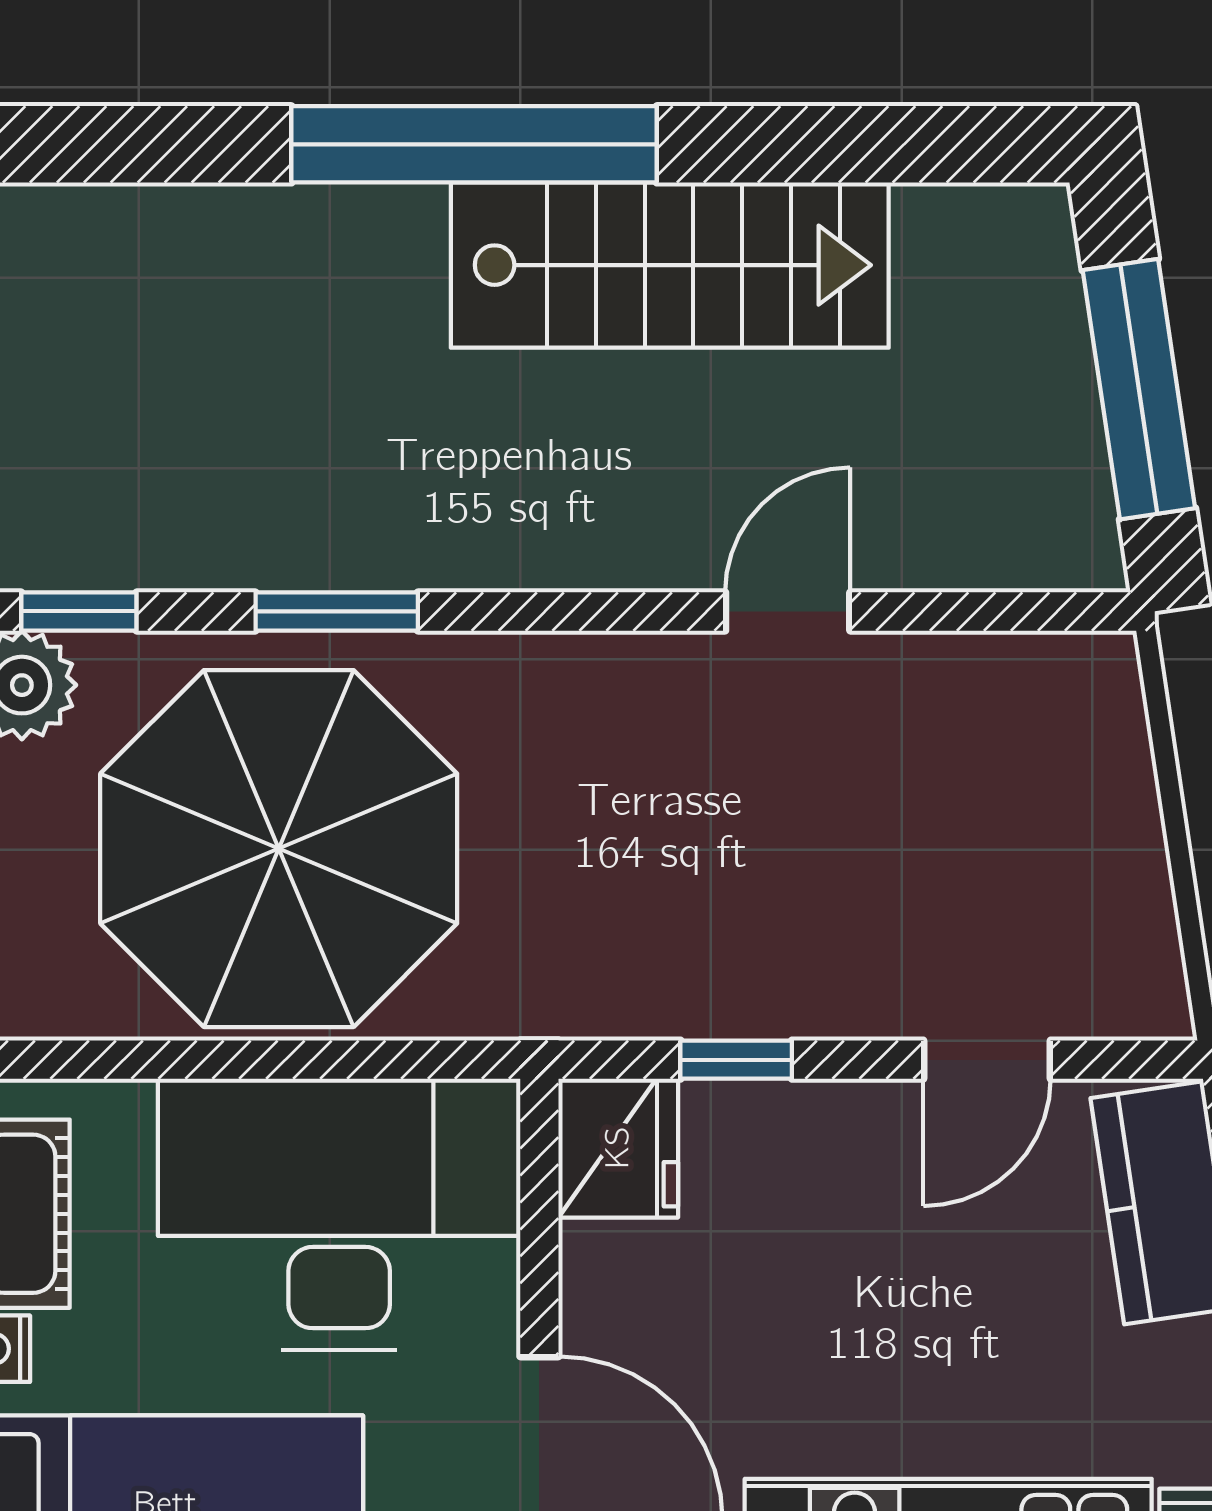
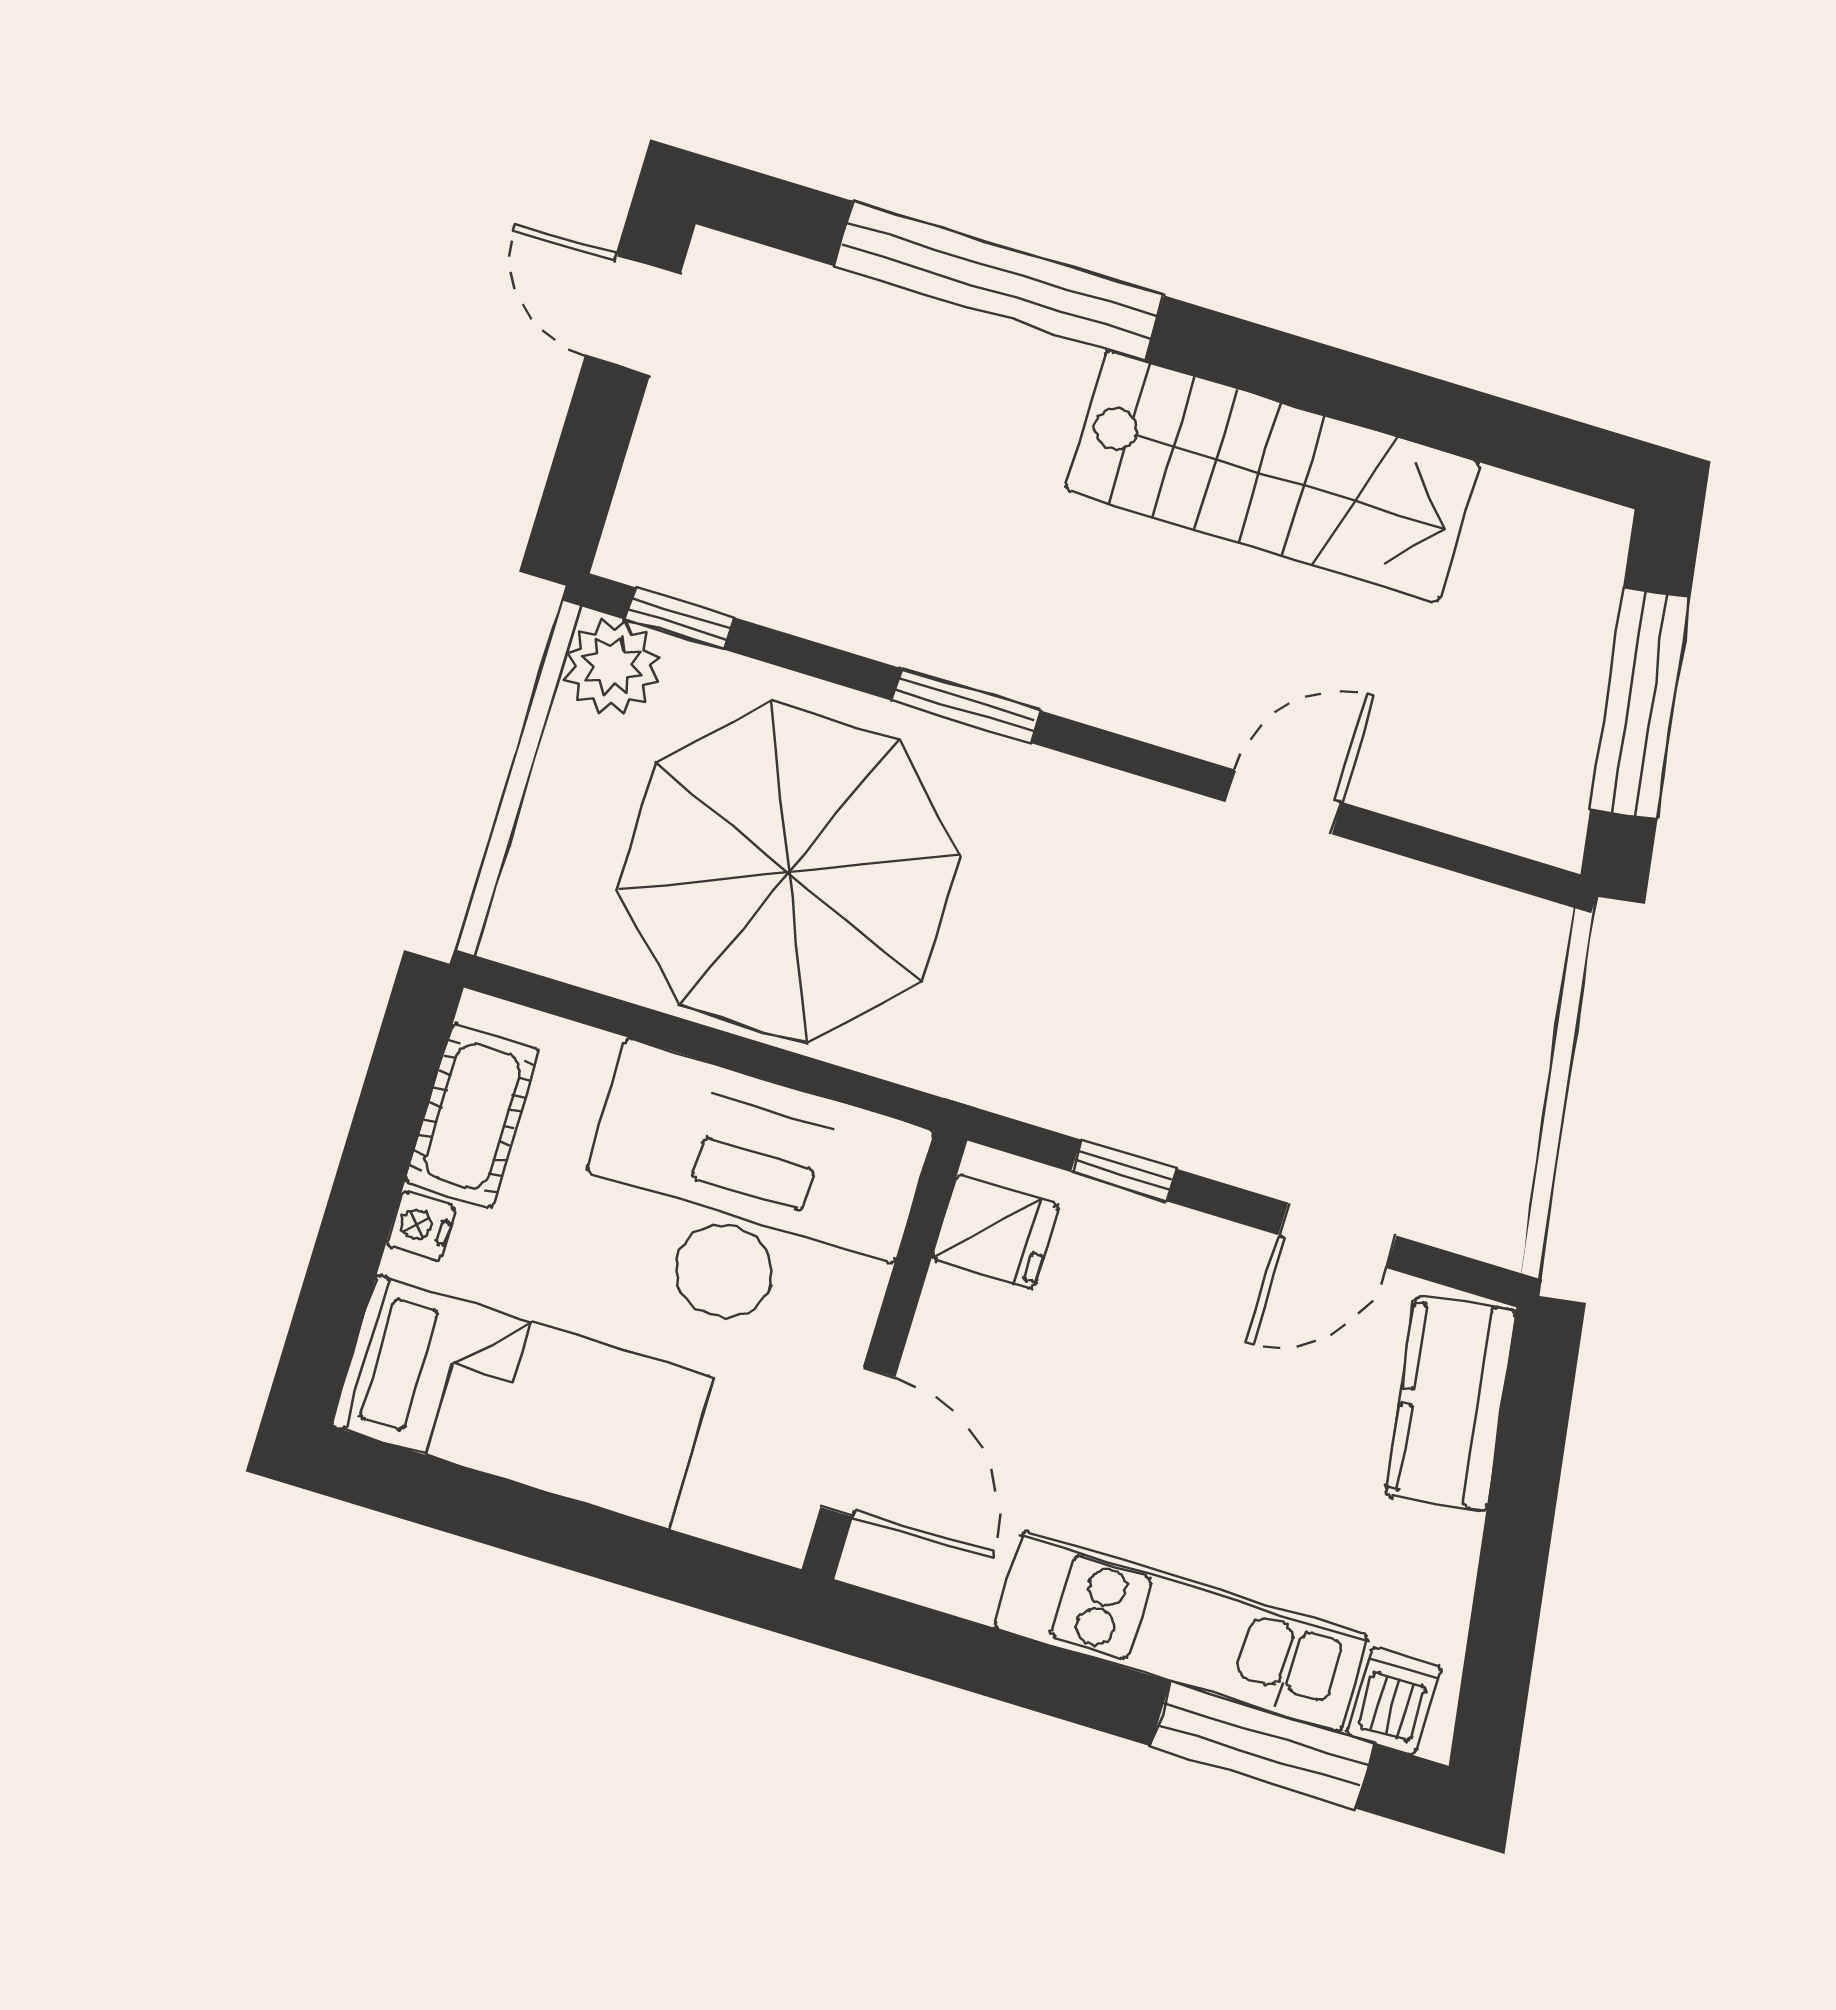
window: (474, 144) -> (998, 281), moved
window: (337, 611) -> (966, 706), moved
fridge: (618, 1148) -> (995, 1232), width x0.72

